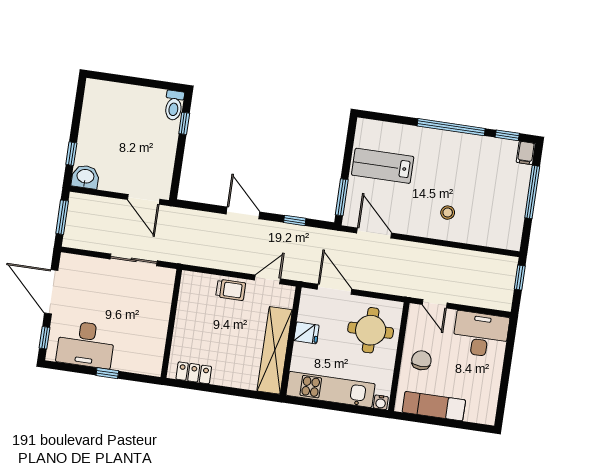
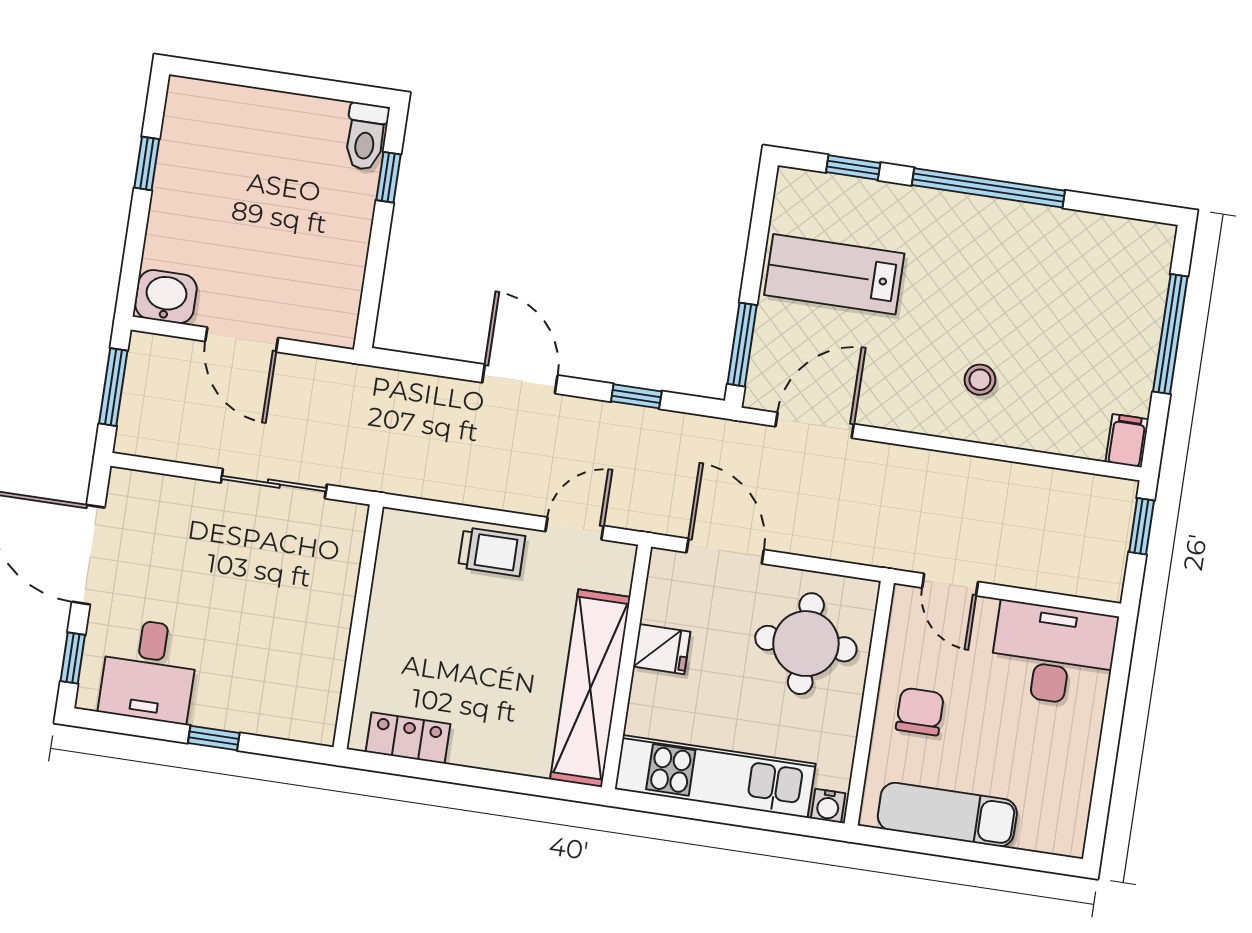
window: (507, 135) -> (853, 168), moved
filing cabinet: (526, 153) -> (1127, 441), moved, turned 180
window: (71, 154) -> (147, 163), moved
door: (144, 199) -> (242, 340), moved
door: (374, 233) -> (815, 425), hinge flipped
desk: (86, 344) -> (149, 671), width x0.73

